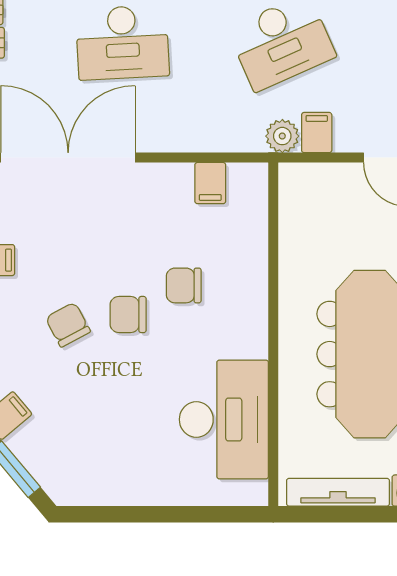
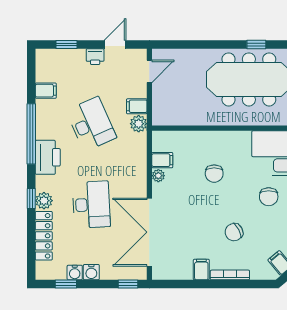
plant: (180, 175) -> (158, 176), added
chair: (128, 315) -> (269, 197), moved

